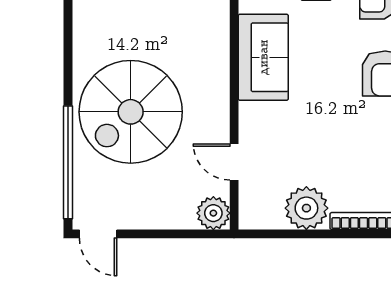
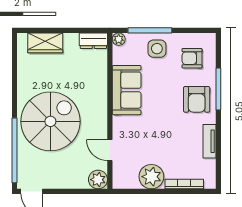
spiral stairs: (131, 112) -> (50, 121), turned 180

